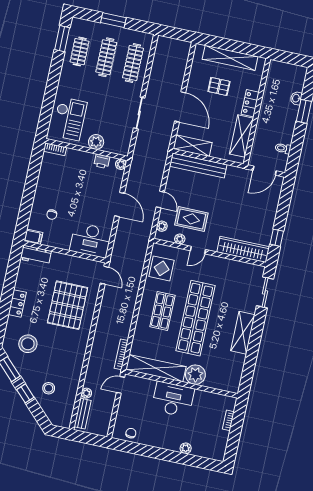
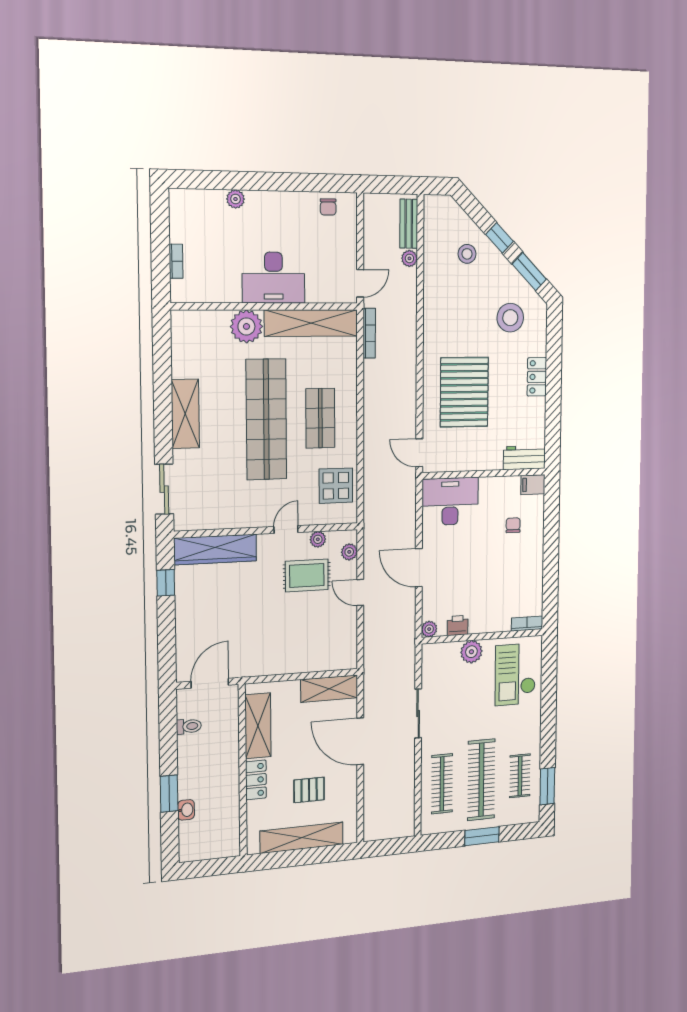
clothes rail: (106, 57) -> (481, 780), width x1.37, depth x1.31
bench: (198, 165) -> (314, 661), removed

